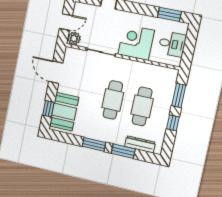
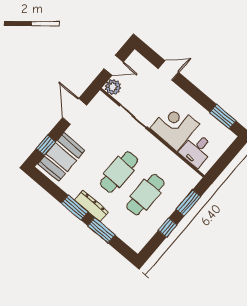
desk: (172, 44) -> (197, 150), moved, turned 90
dresser: (140, 144) -> (91, 206), moved

